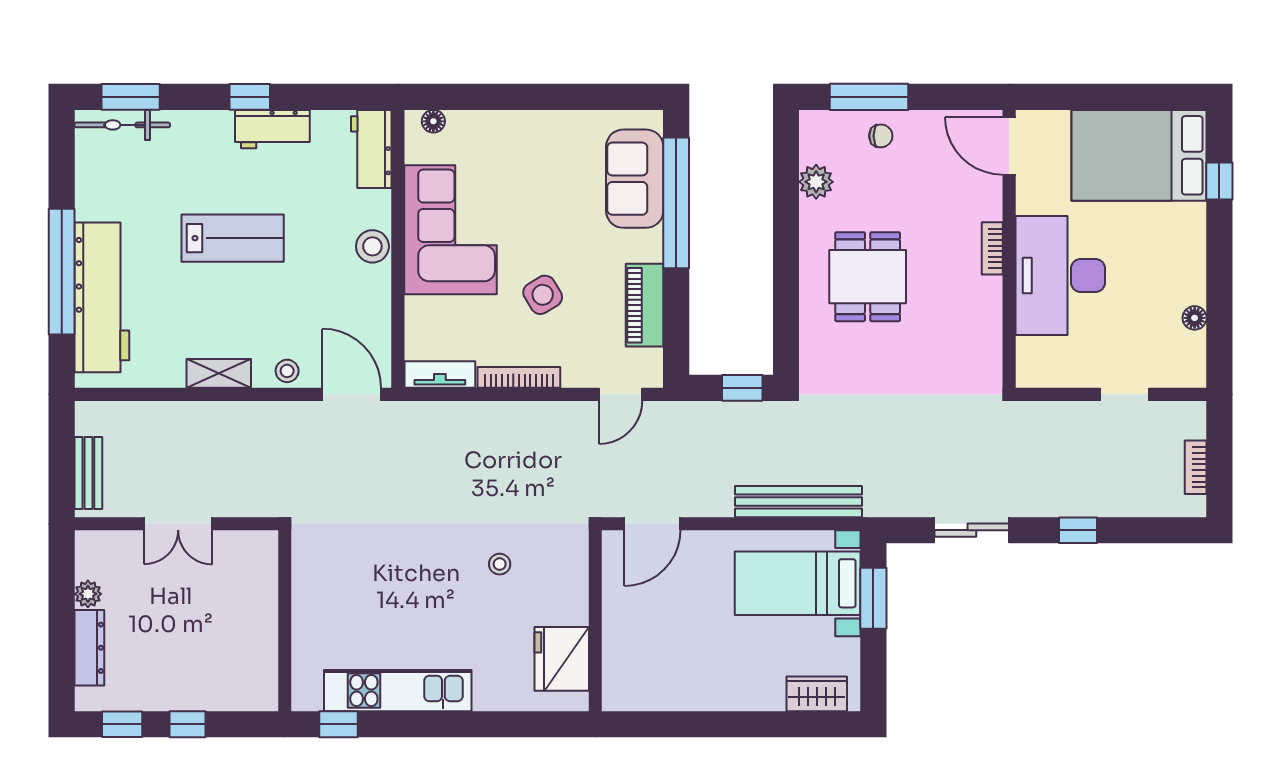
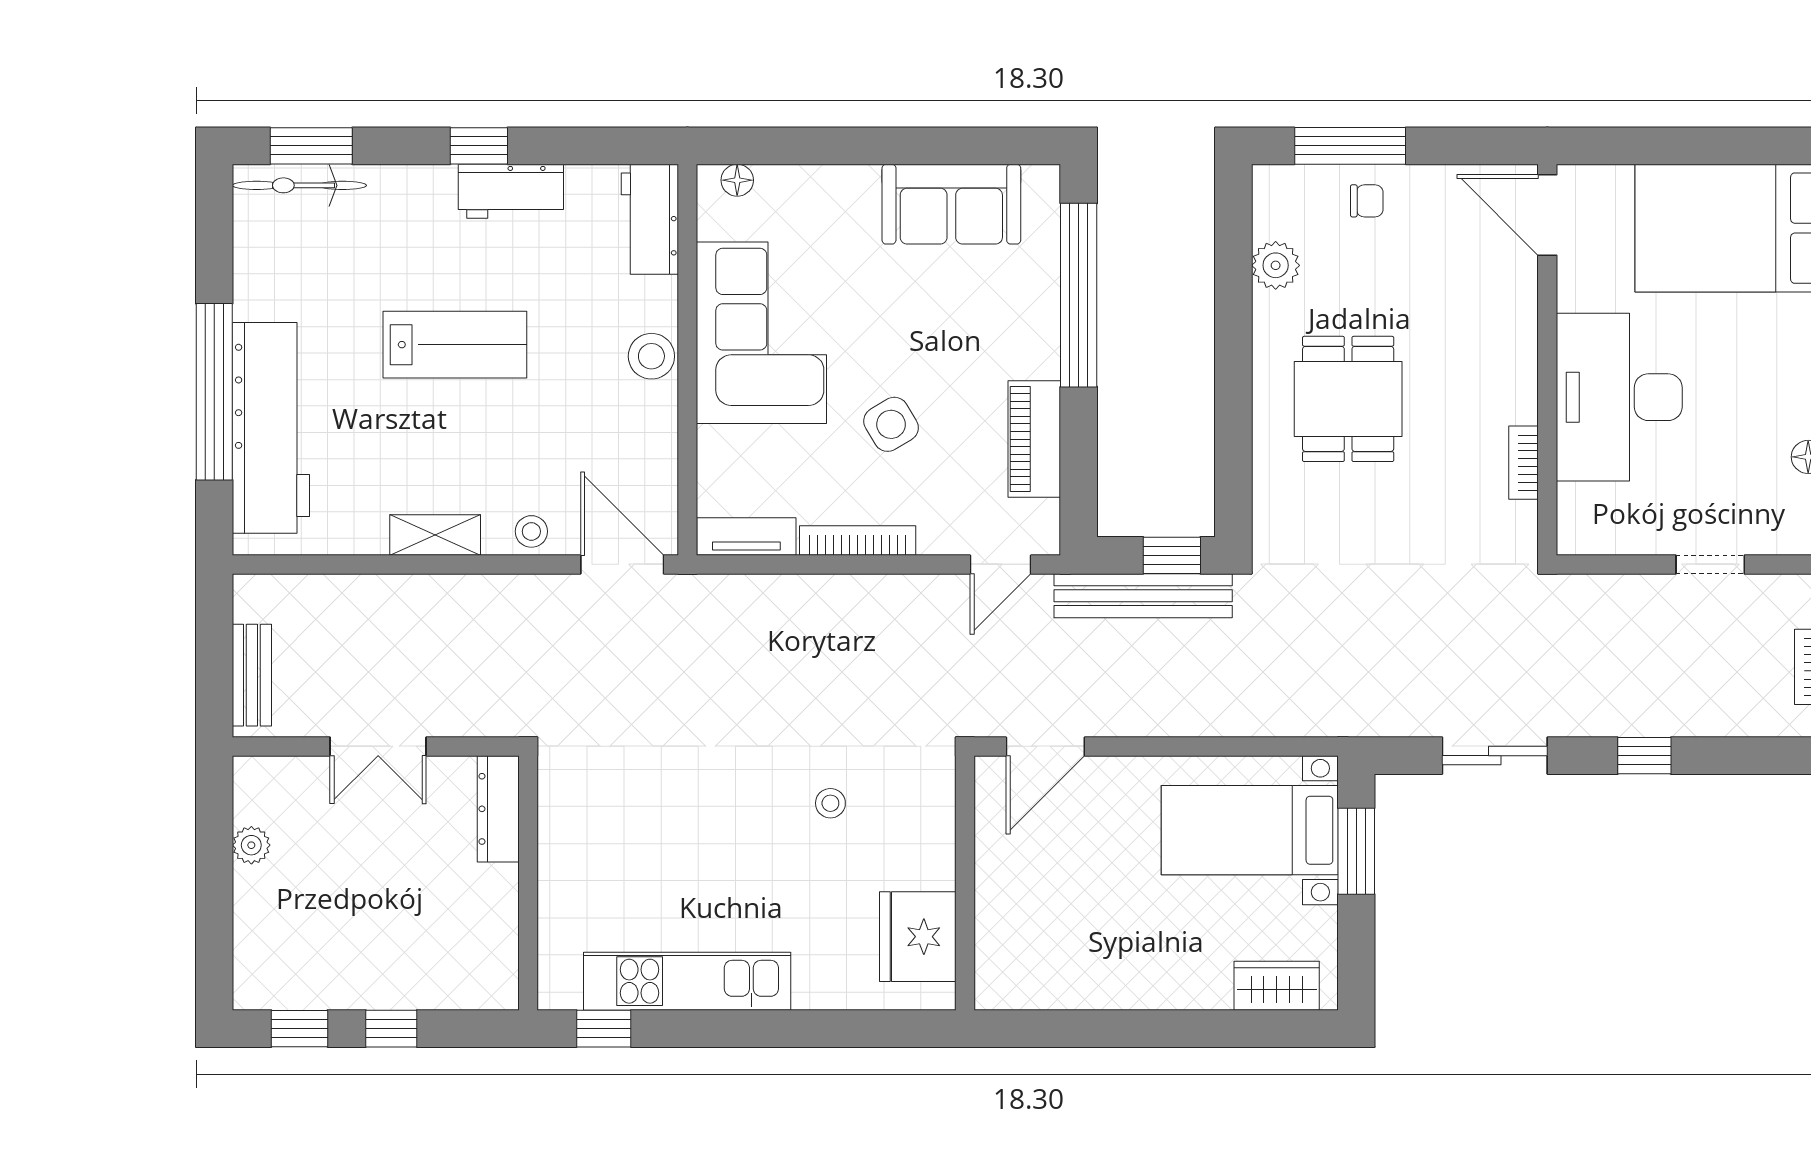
sofa: (635, 179) -> (951, 204), moved, turned -90
bookcase: (992, 248) -> (1524, 463), moved
bench: (799, 502) -> (1143, 596), moved
dresser: (89, 648) -> (498, 809), moved, turned 180

